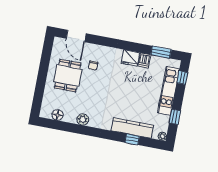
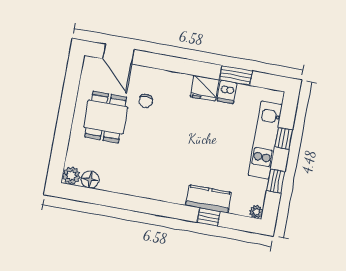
window: (161, 52) -> (236, 75), moved
window: (182, 78) -> (283, 138), moved
plant: (83, 120) -> (71, 176), moved
kitchen counter: (132, 128) -> (209, 199), width x0.67

